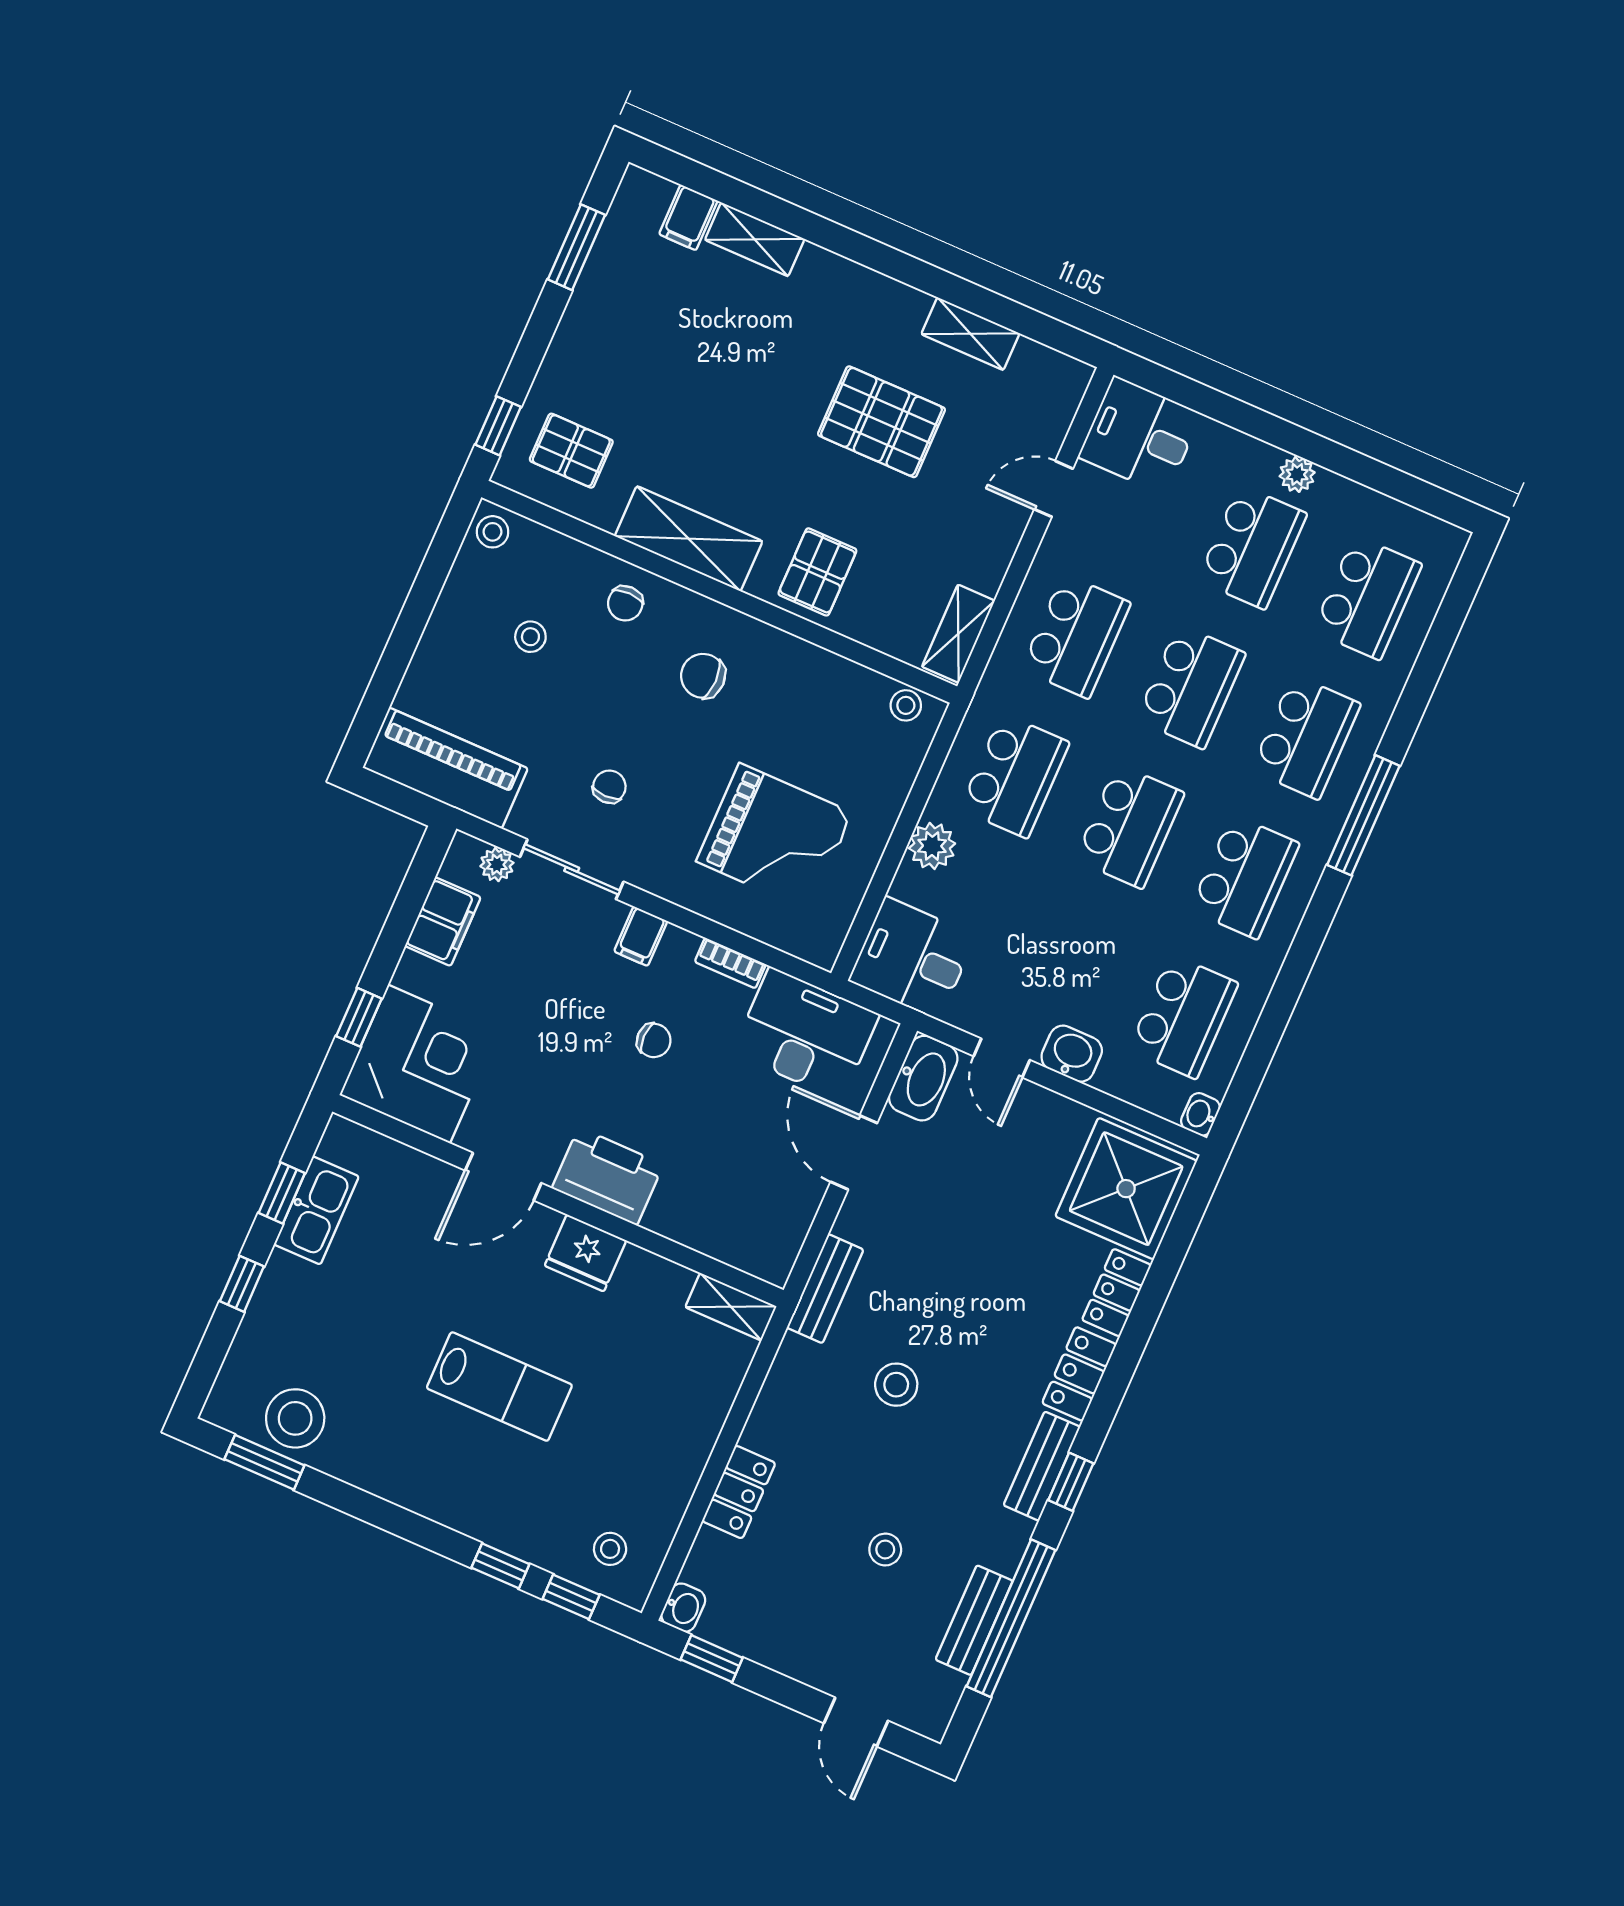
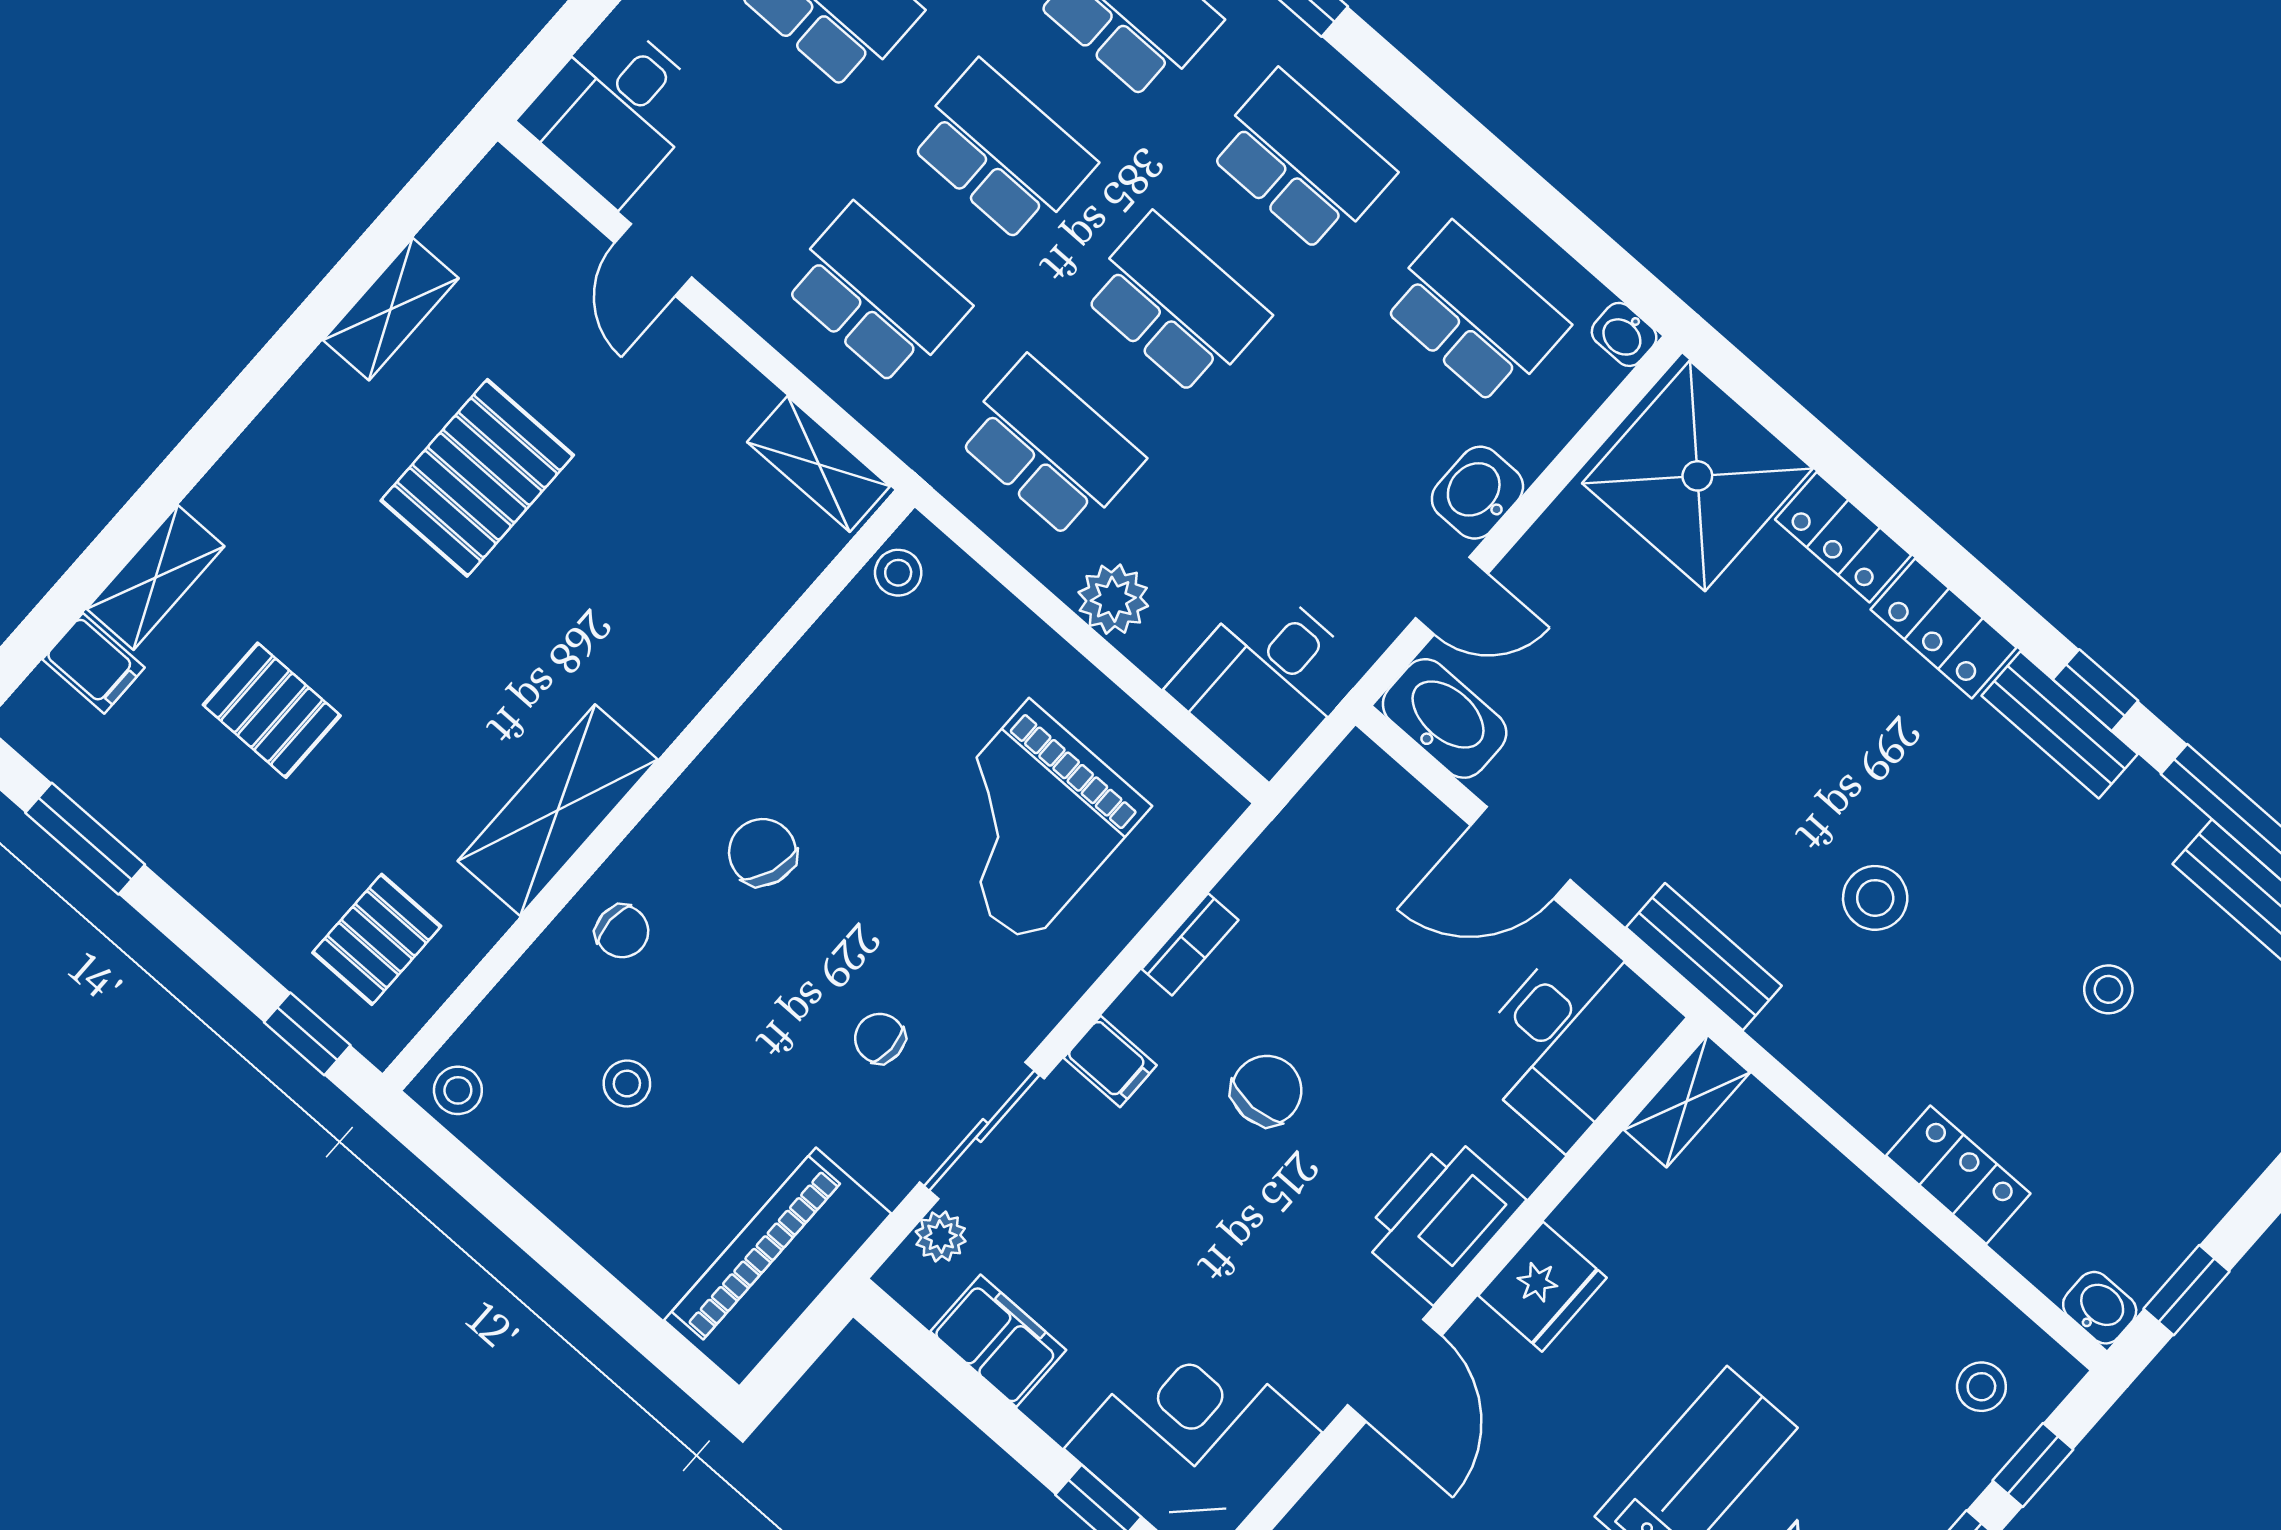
pallet: (817, 572) -> (272, 710), moved
chair: (703, 676) -> (762, 852), turned 110
grand piano: (774, 837) -> (1028, 823), turned 180
desk: (806, 1034) -> (1572, 1038), moved, turned 180
chair: (654, 1040) -> (1267, 1090), width x1.37, depth x1.37

